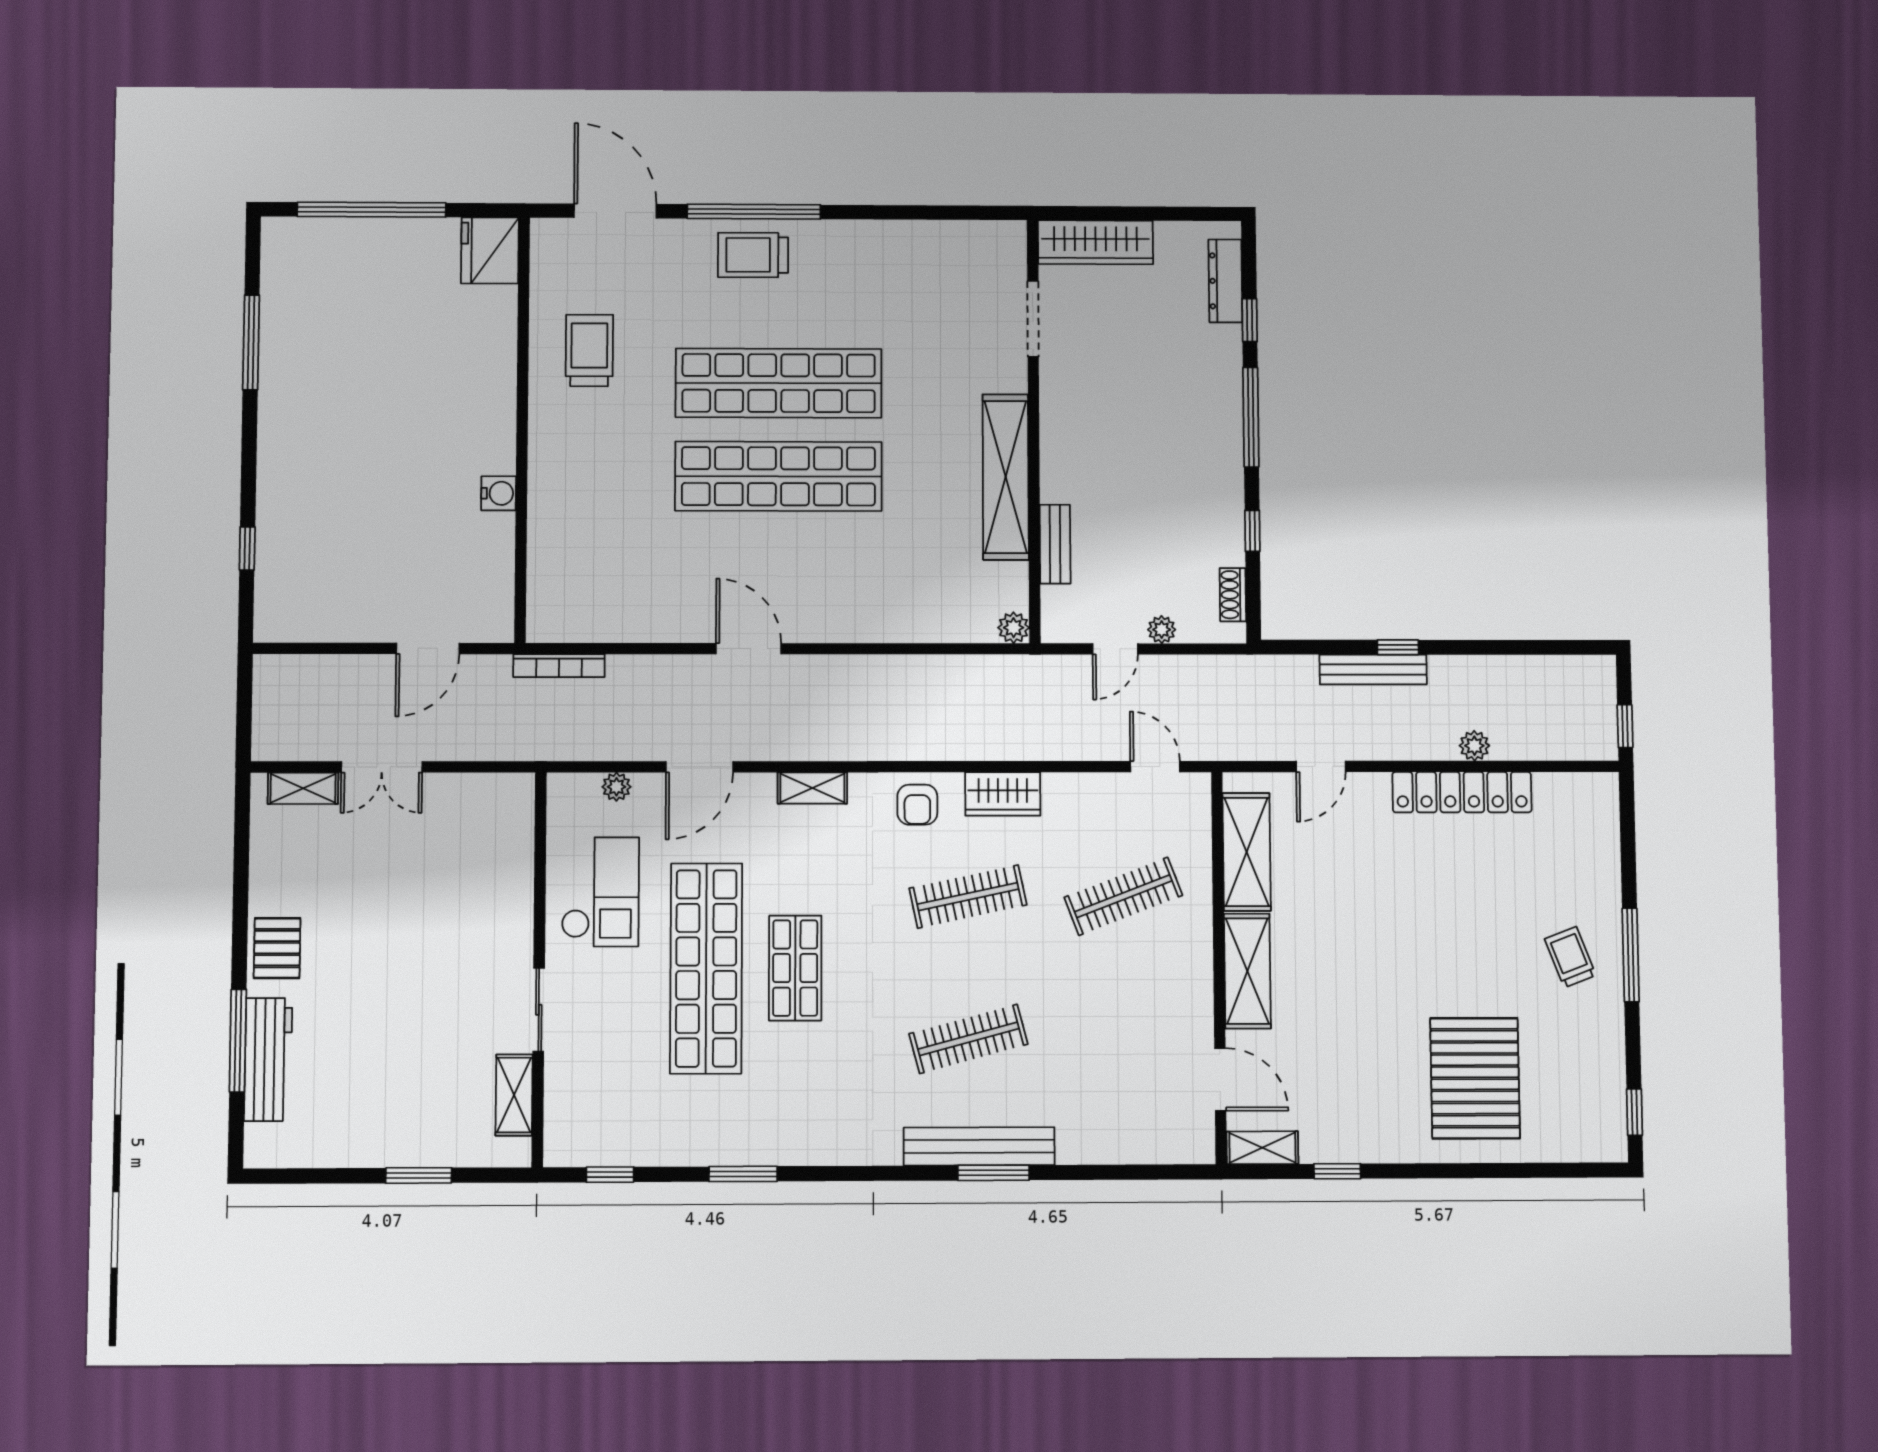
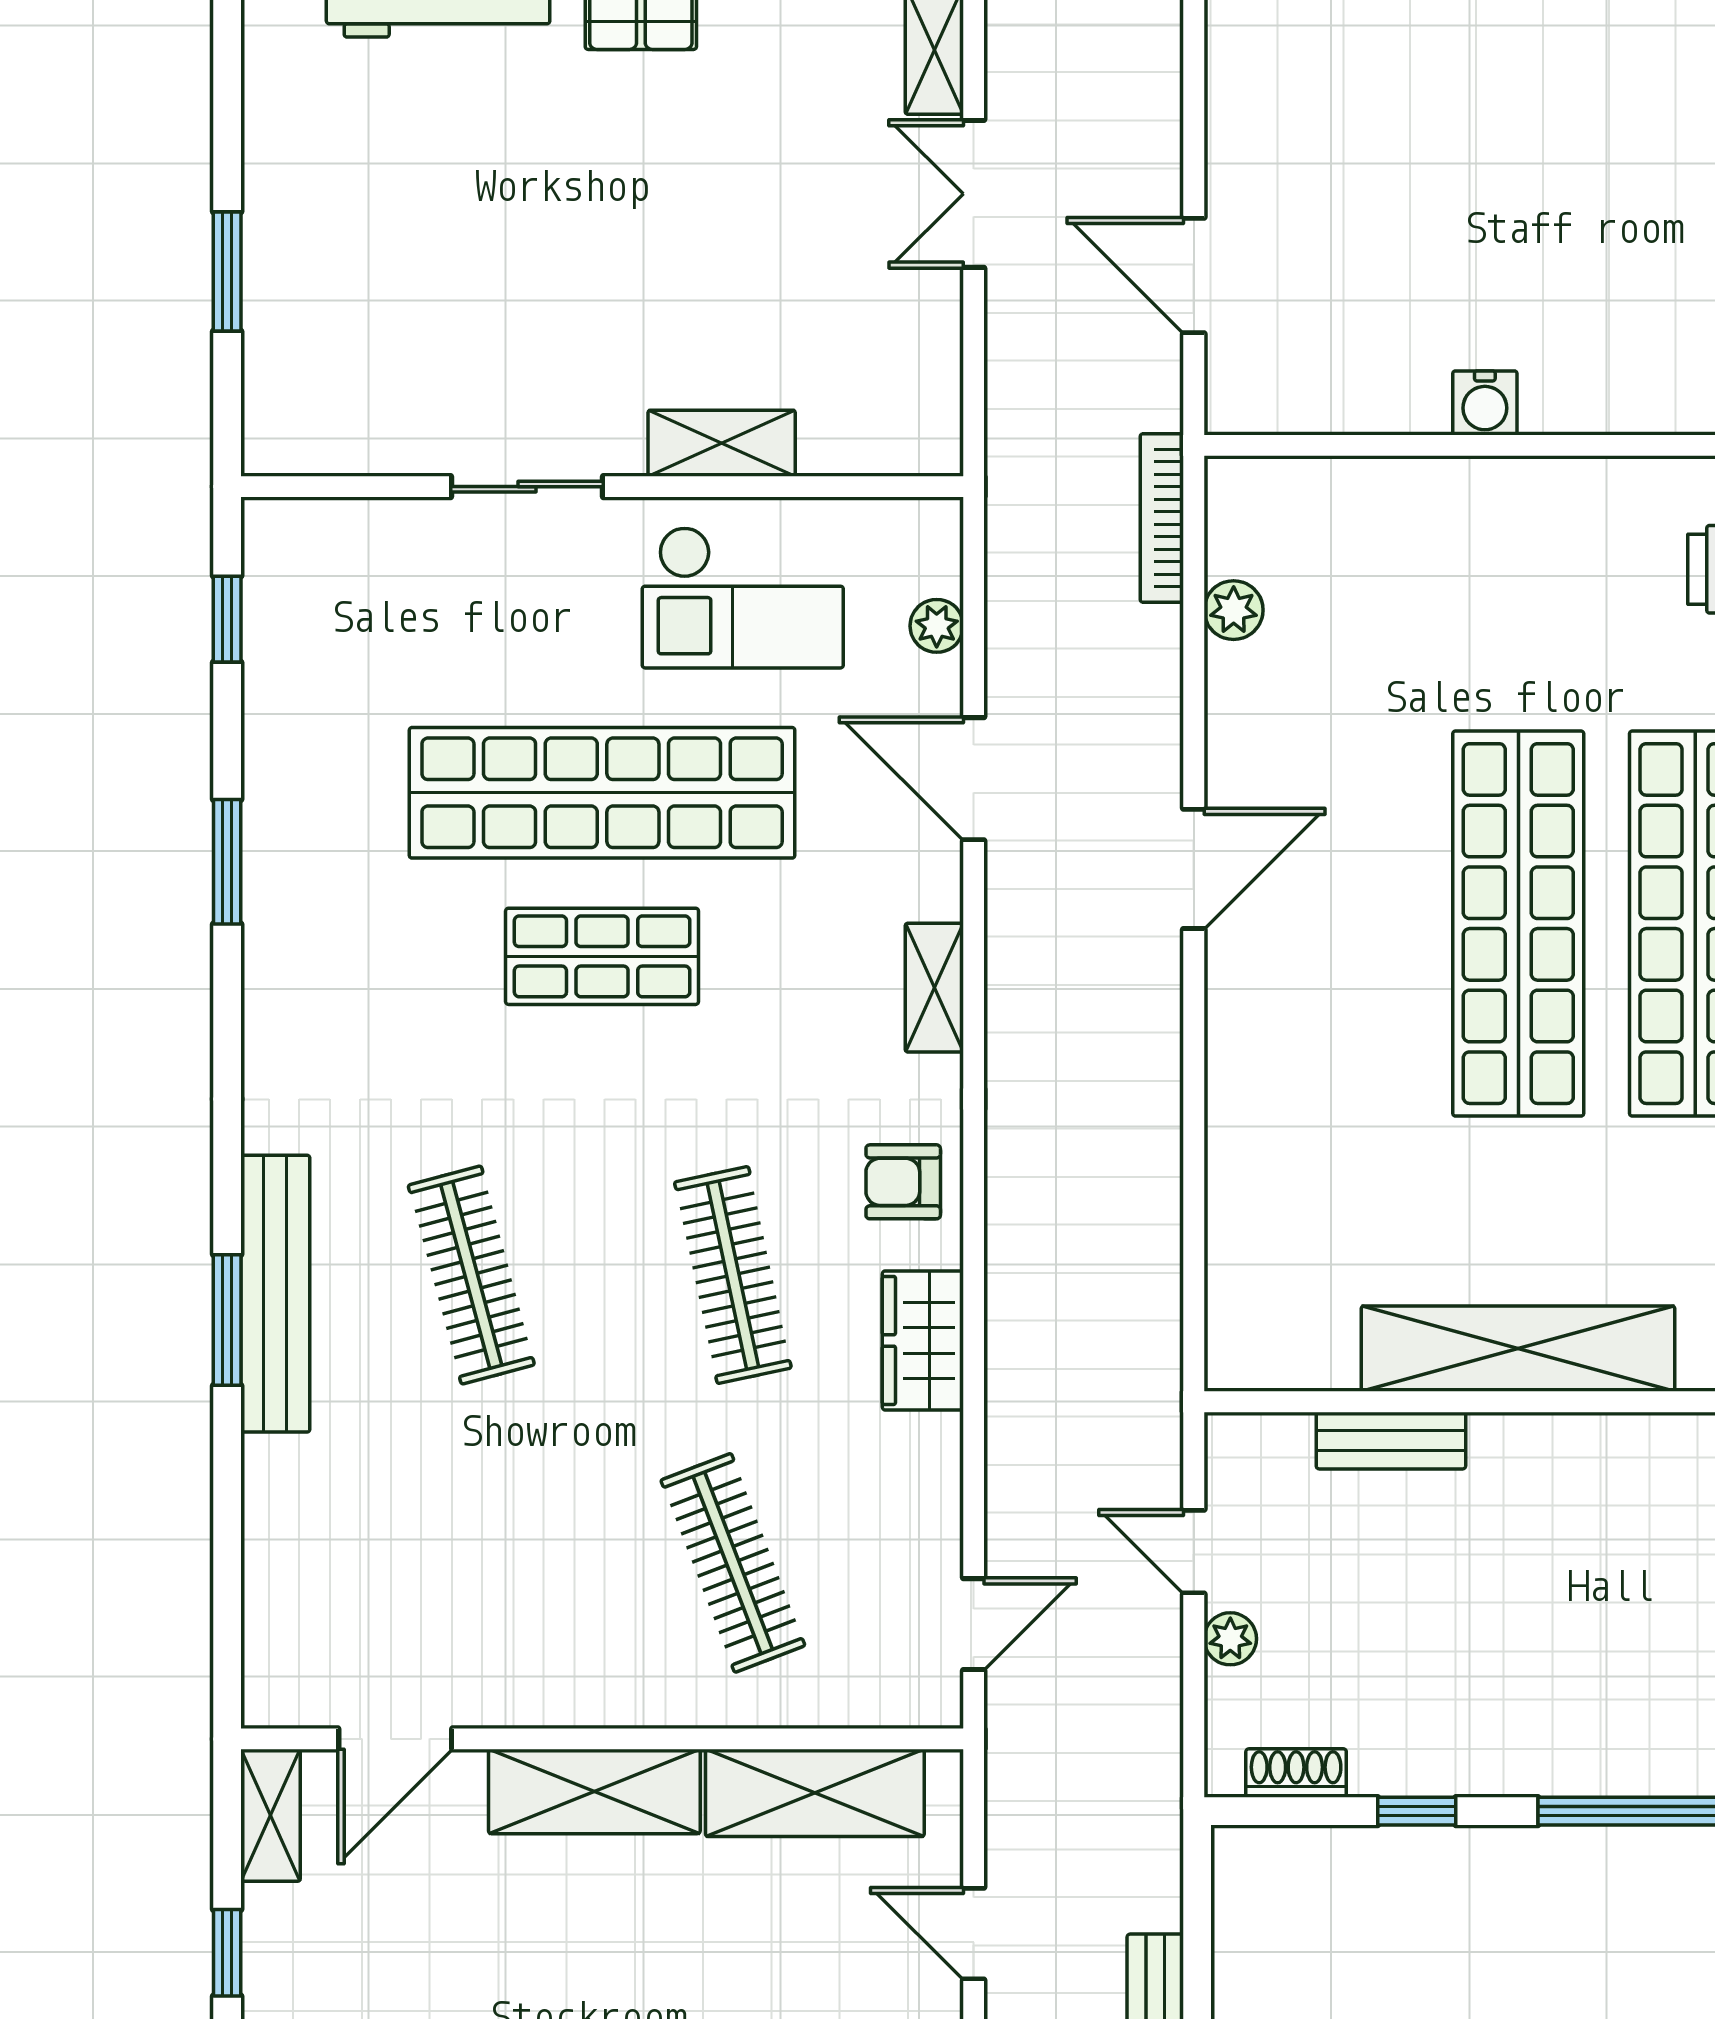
plant: (1014, 628) -> (1234, 610), moved
shelving: (514, 1095) -> (722, 443), moved

